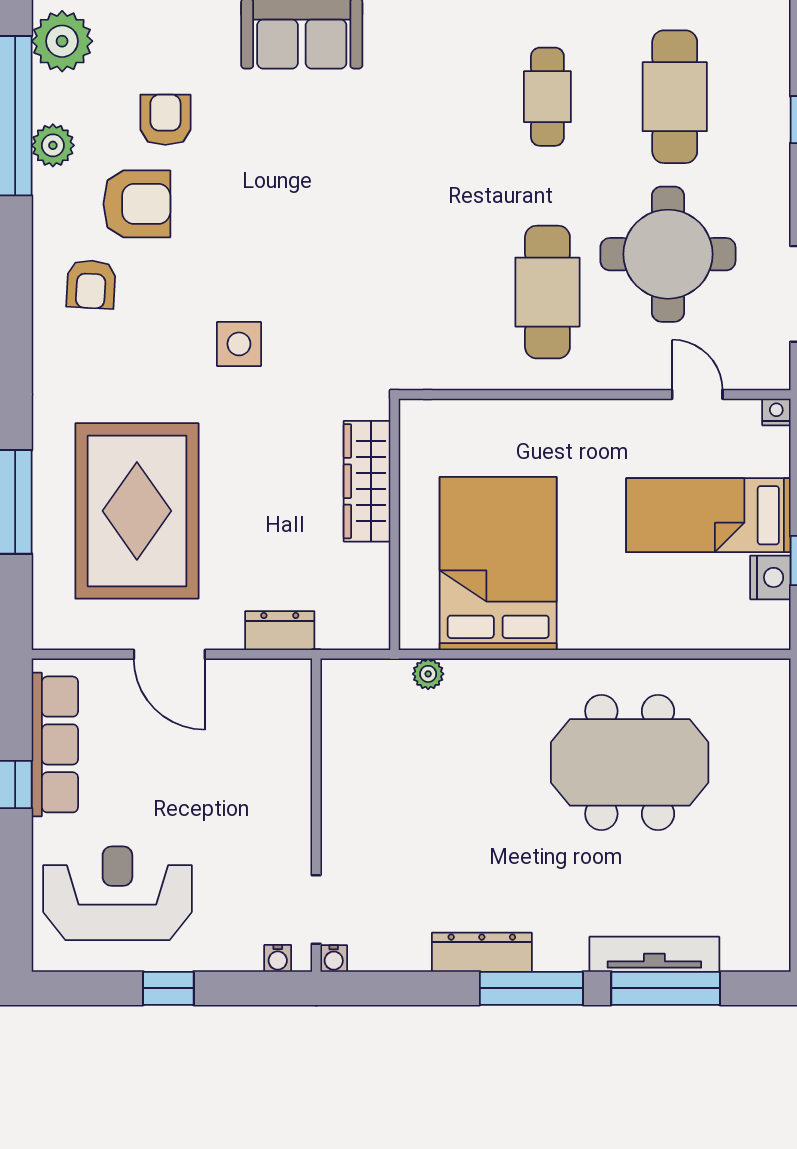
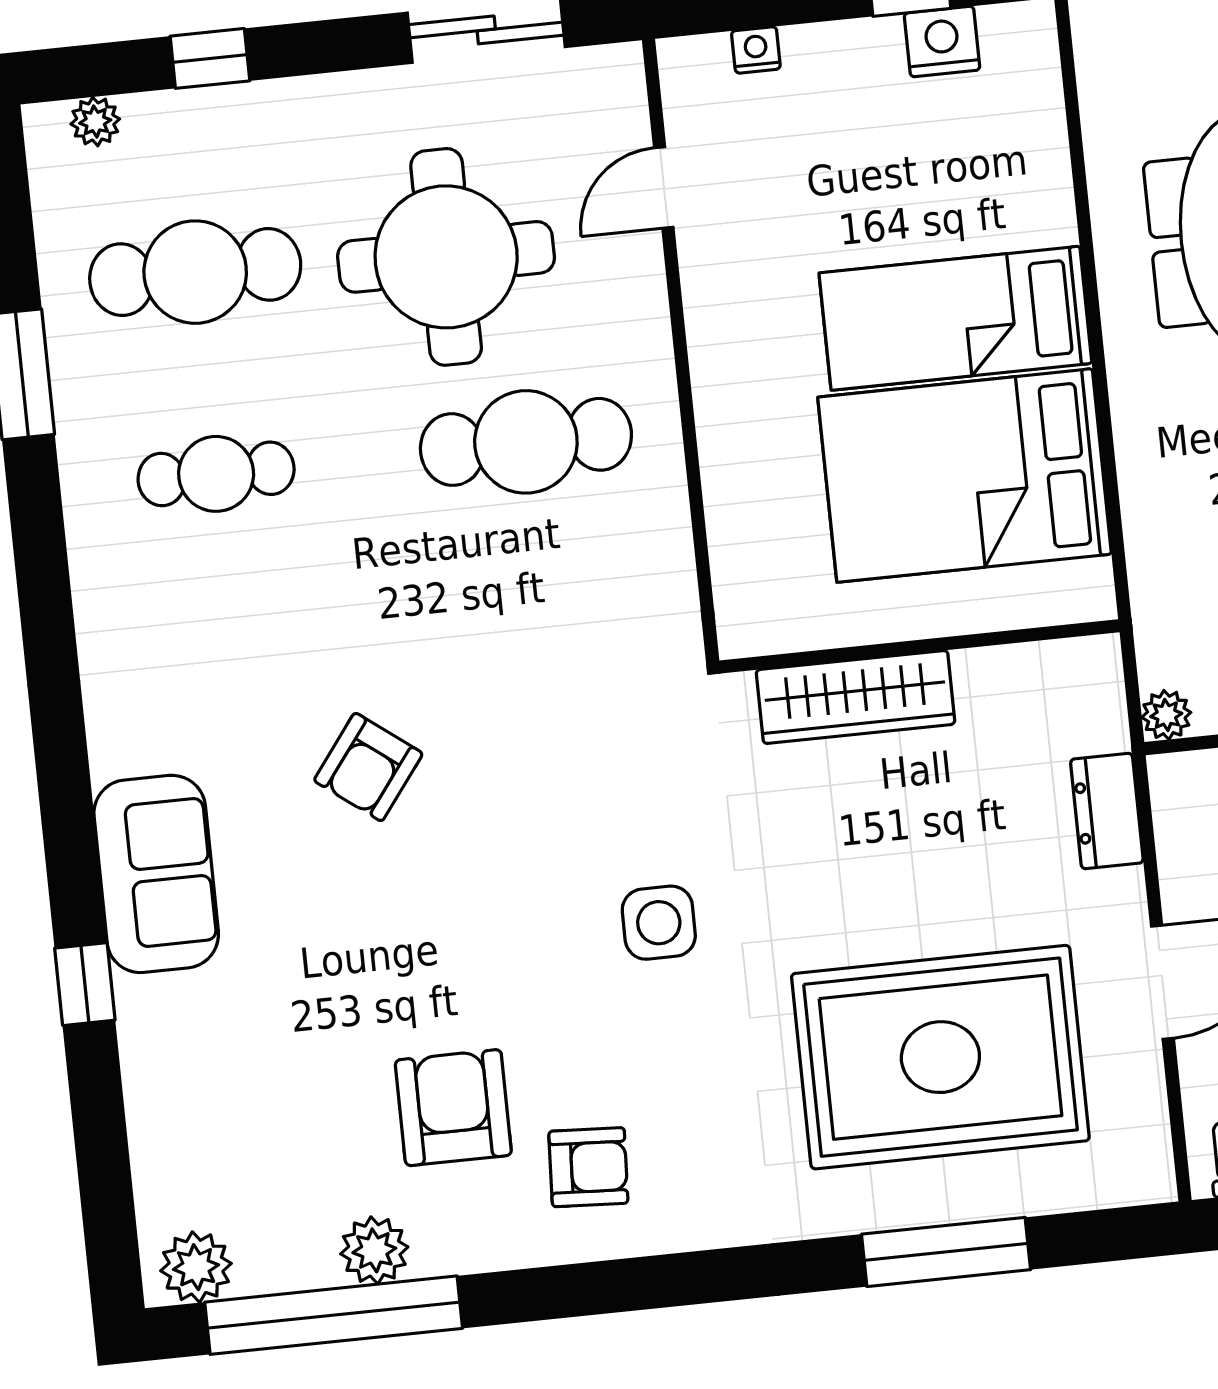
plant: (62, 41) -> (196, 1267), width x0.73, depth x0.73
plant: (775, 44) -> (95, 122), added
armchair: (165, 120) -> (368, 767), moved, turned -53
nightstand: (776, 412) -> (756, 50), moved, turned 90
bed: (708, 515) -> (955, 318), moved, turned 90
plant: (428, 674) -> (1166, 715), moved

